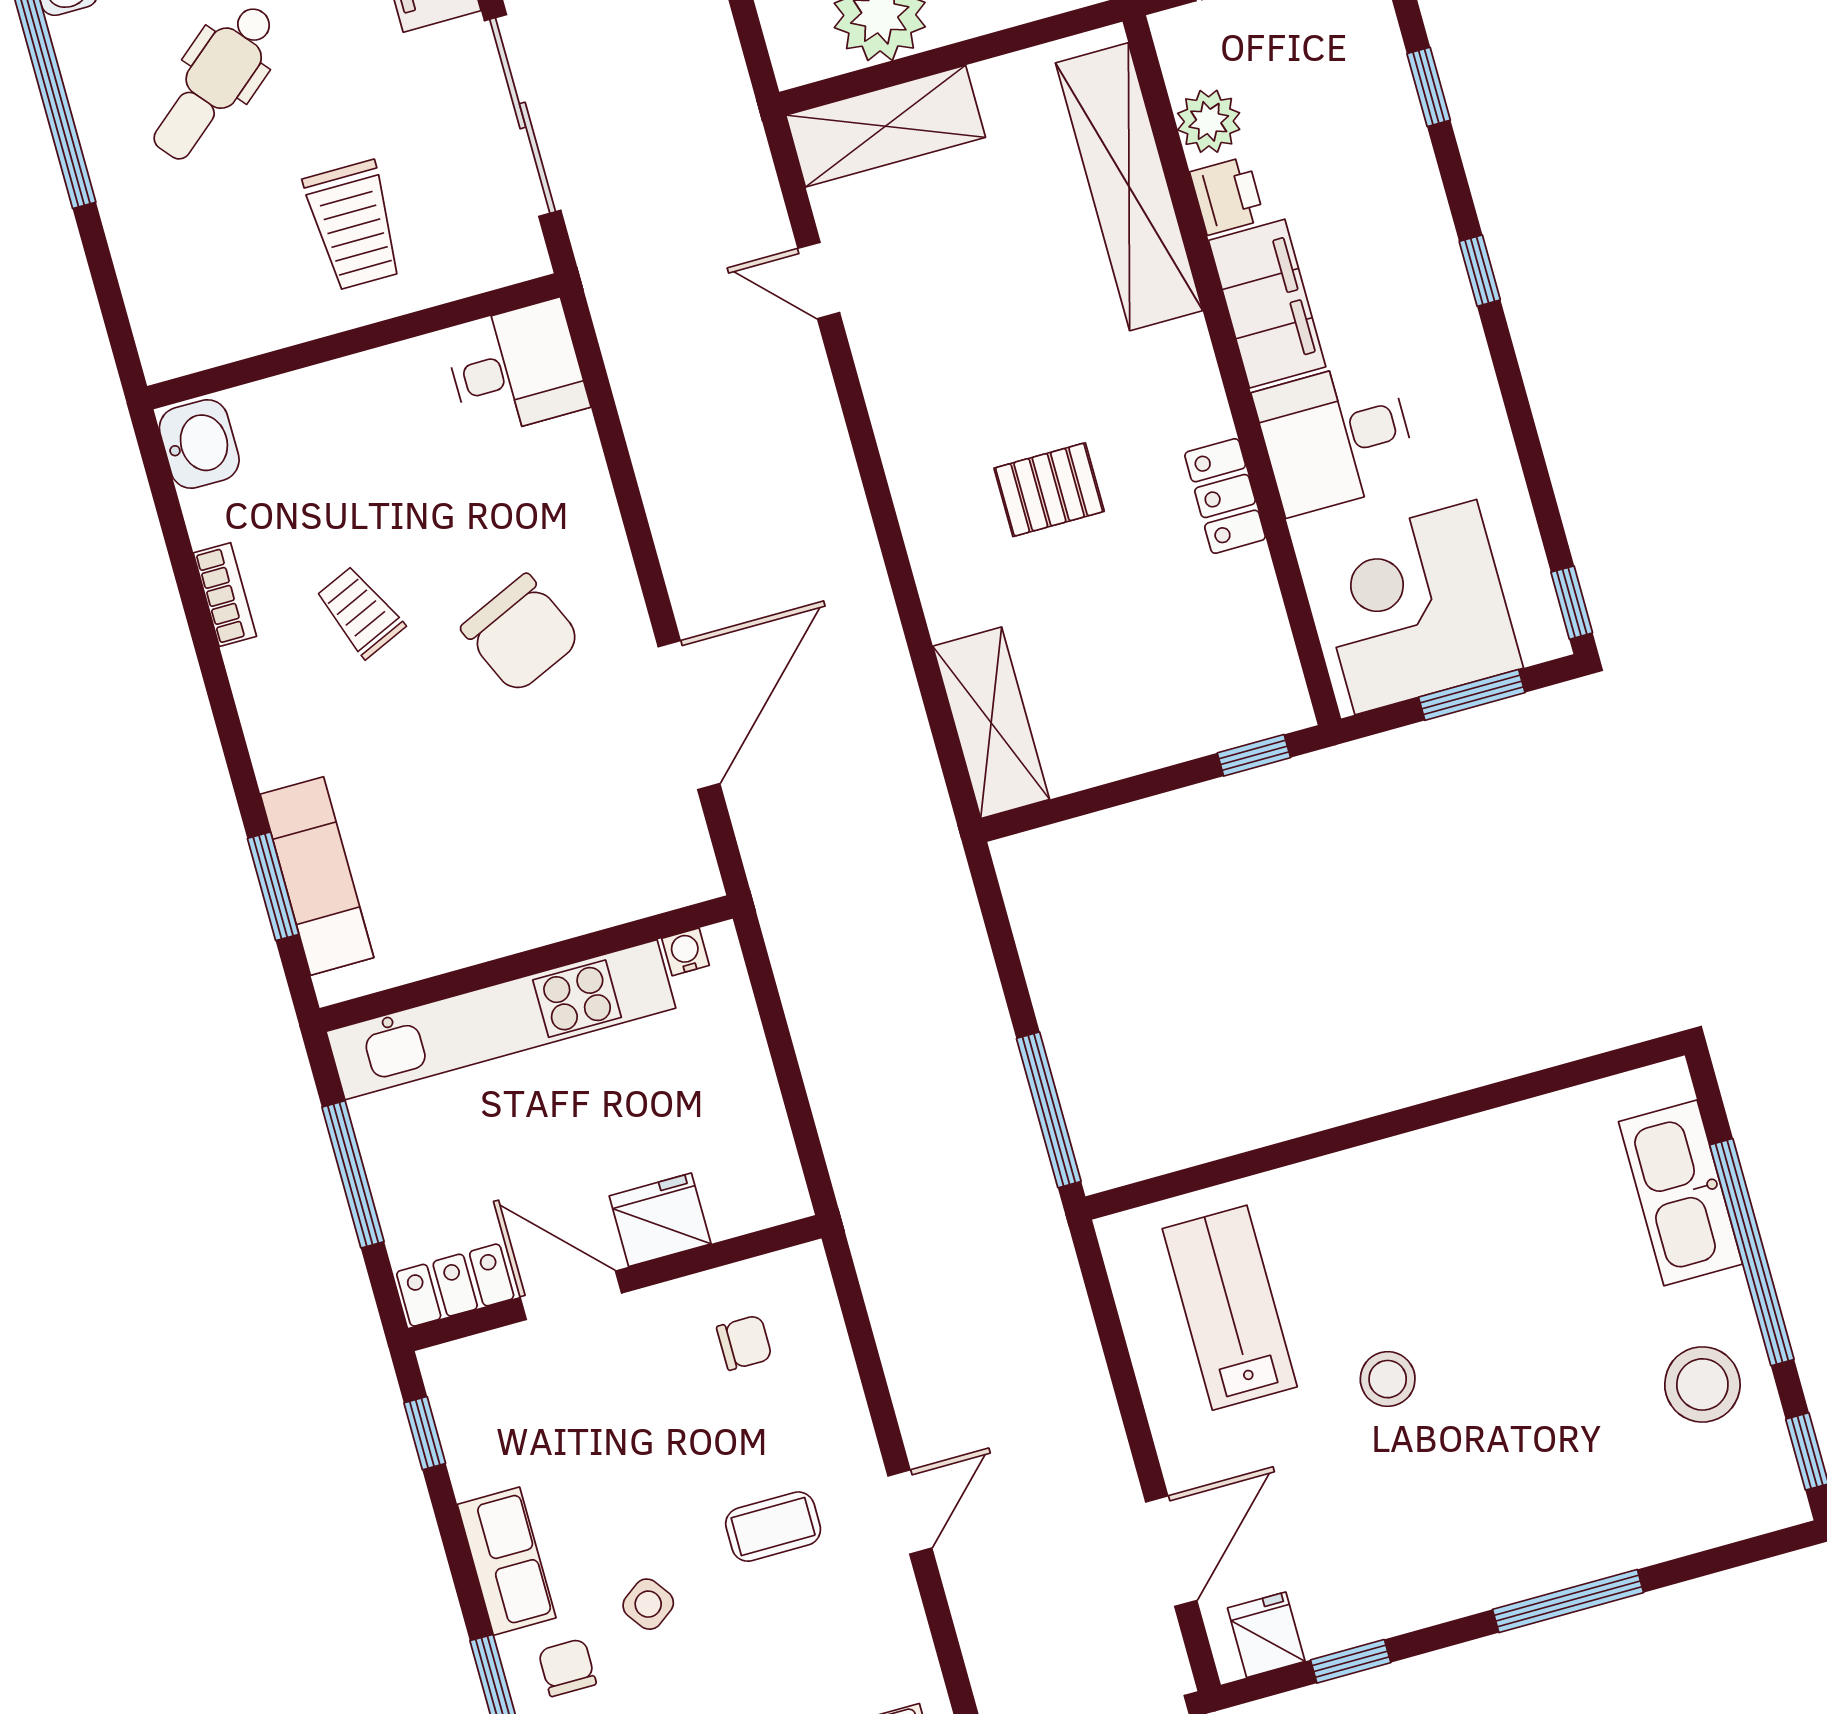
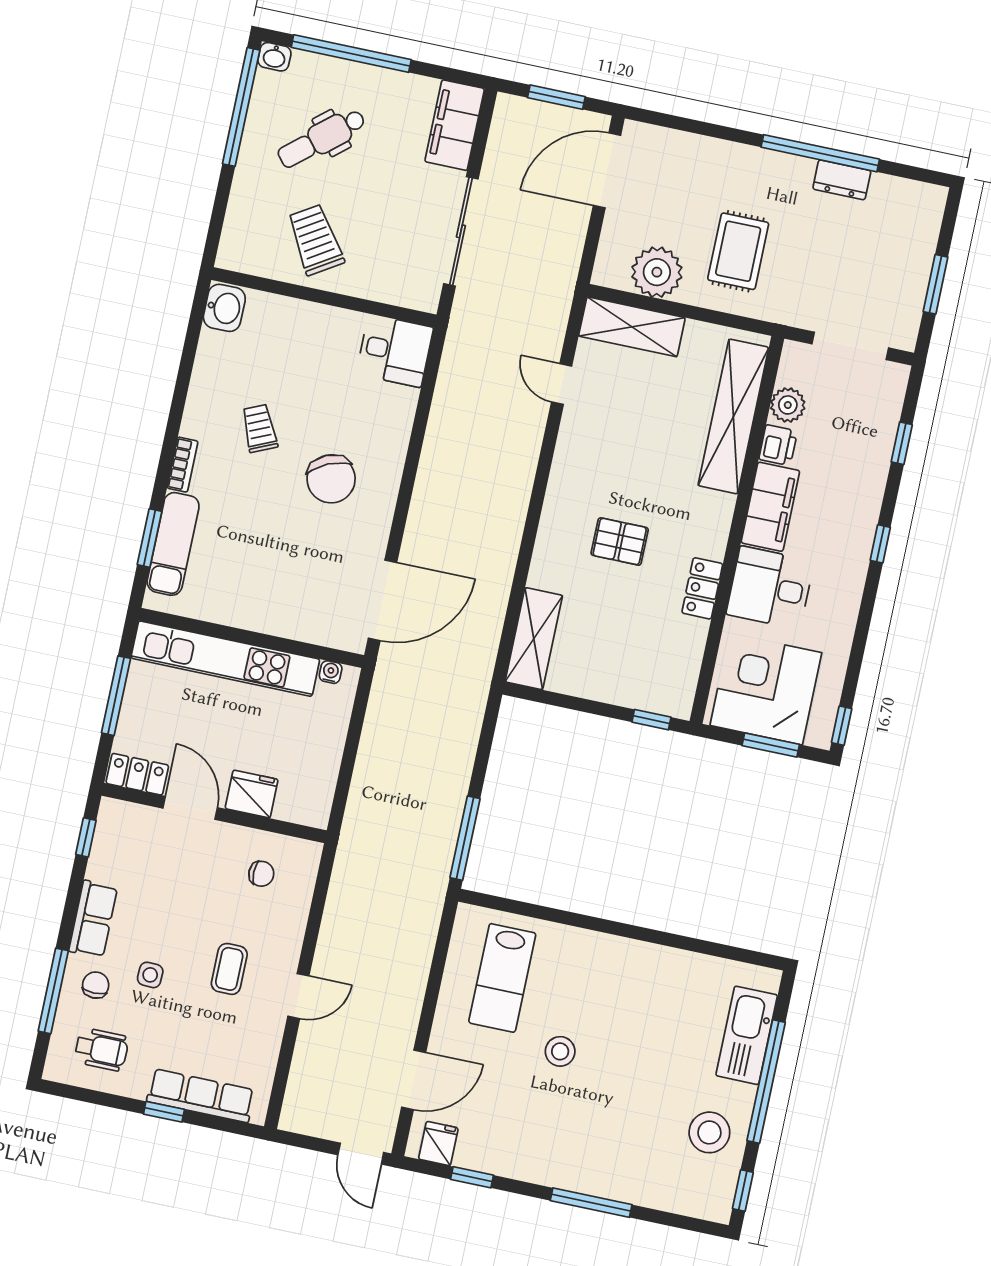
trolley: (354, 225) -> (316, 240), moved, turned 148
bookcase: (225, 595) -> (182, 465), moved
door: (689, 715) -> (382, 600), moved
lab bench: (1230, 1308) -> (502, 978), turned 180
coffee table: (773, 1527) -> (229, 969), turned 90
side table: (648, 1604) -> (150, 975), turned 38

